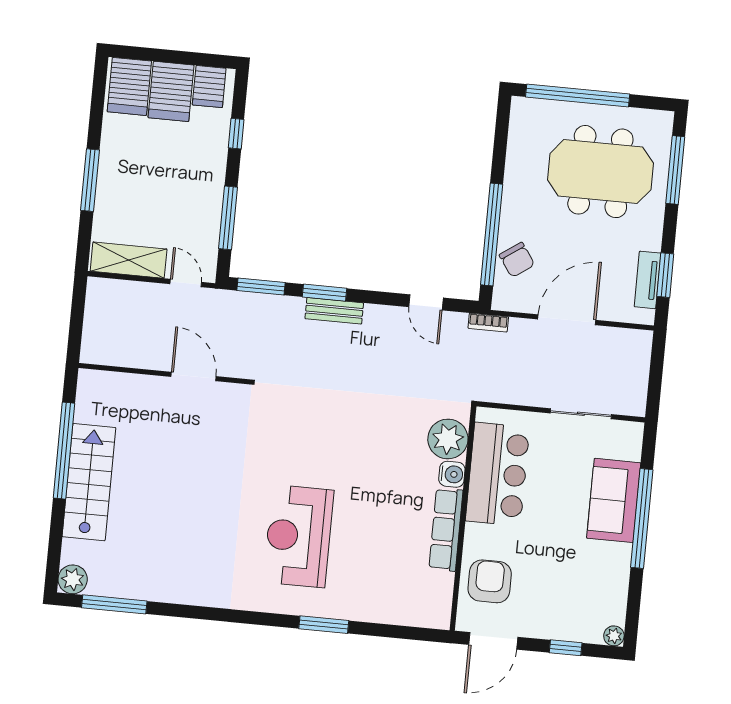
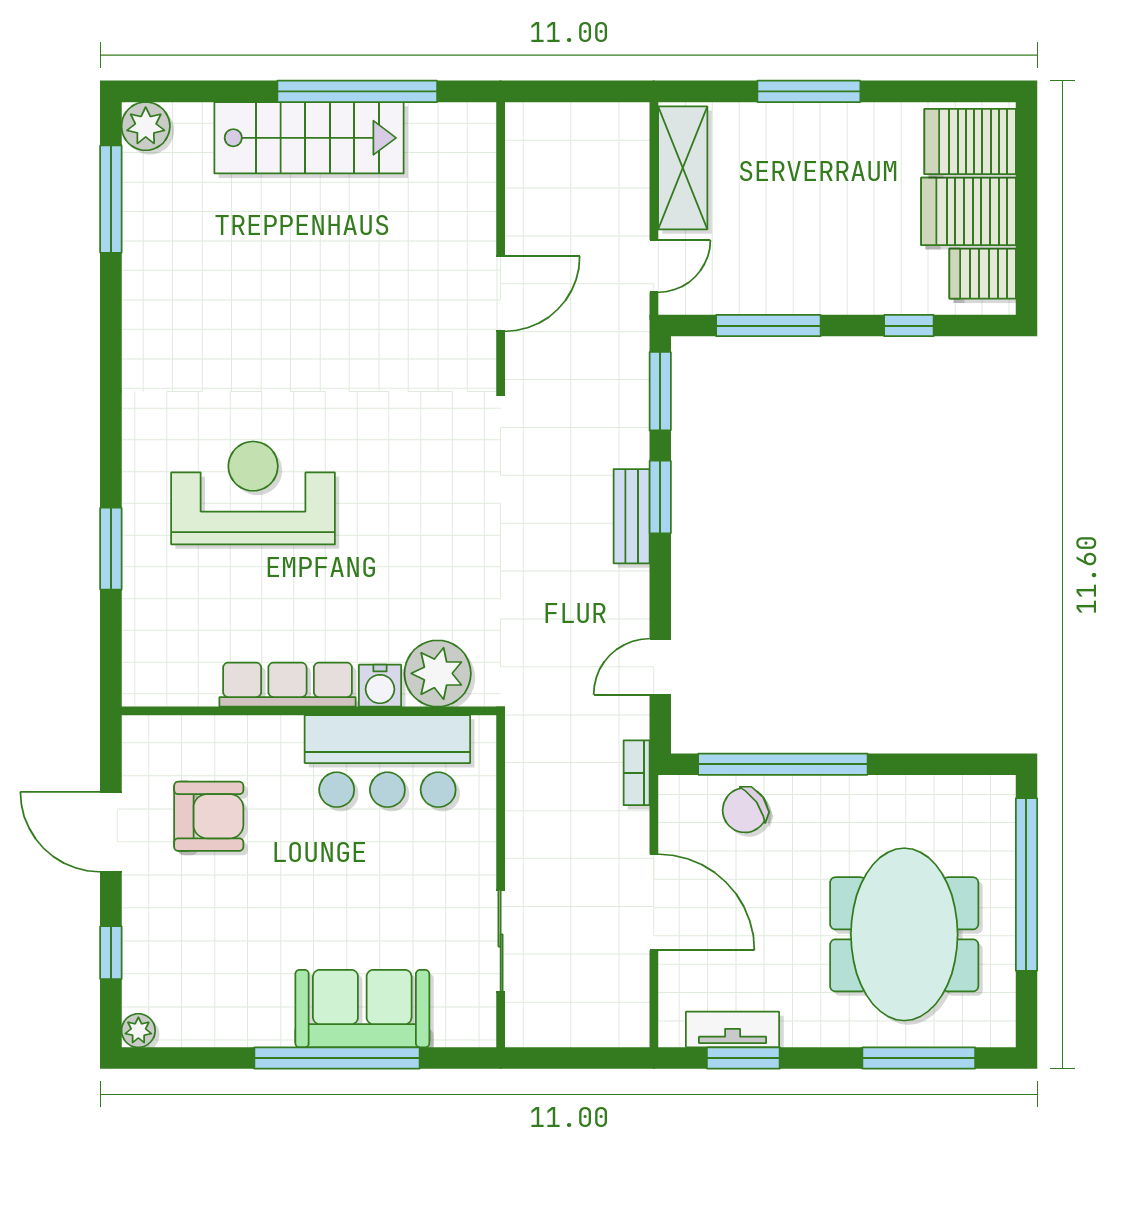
plant: (448, 439) -> (438, 673), moved
water cooler: (452, 474) -> (380, 686), moved
bar counter: (498, 474) -> (387, 761), moved
wall: (463, 518) -> (309, 711), moved
row of seats: (446, 530) -> (287, 685), moved

